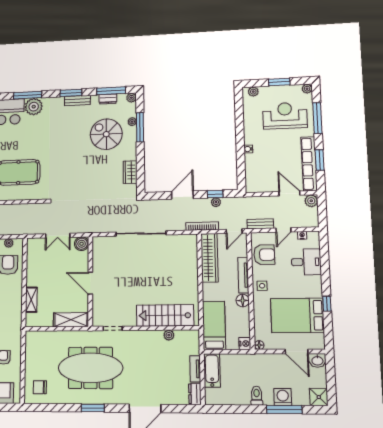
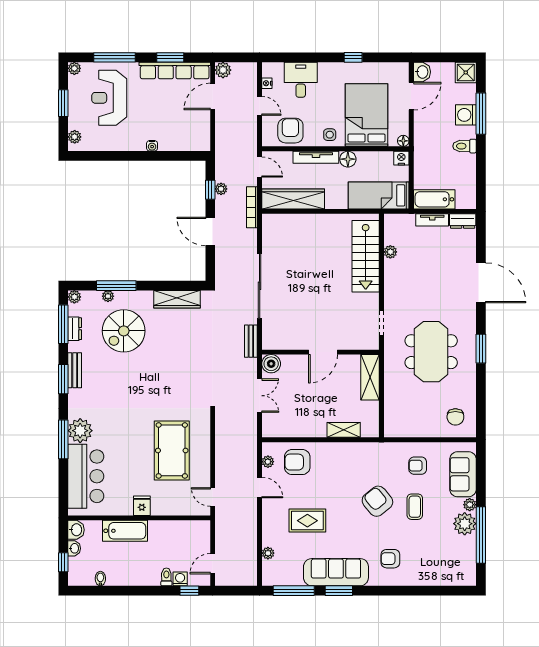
wardrobe: (130, 172) -> (177, 299), width x1.50
bench: (260, 224) -> (251, 341), moved
bed: (297, 315) -> (367, 115), moved, turned 180
meeting table: (90, 368) -> (431, 352), width x0.73

